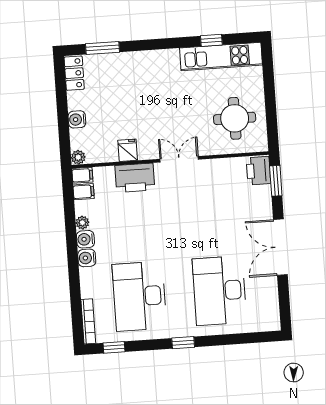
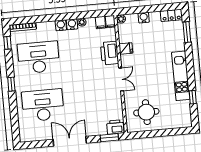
kitchen unit: (221, 57) -> (181, 76), moved

